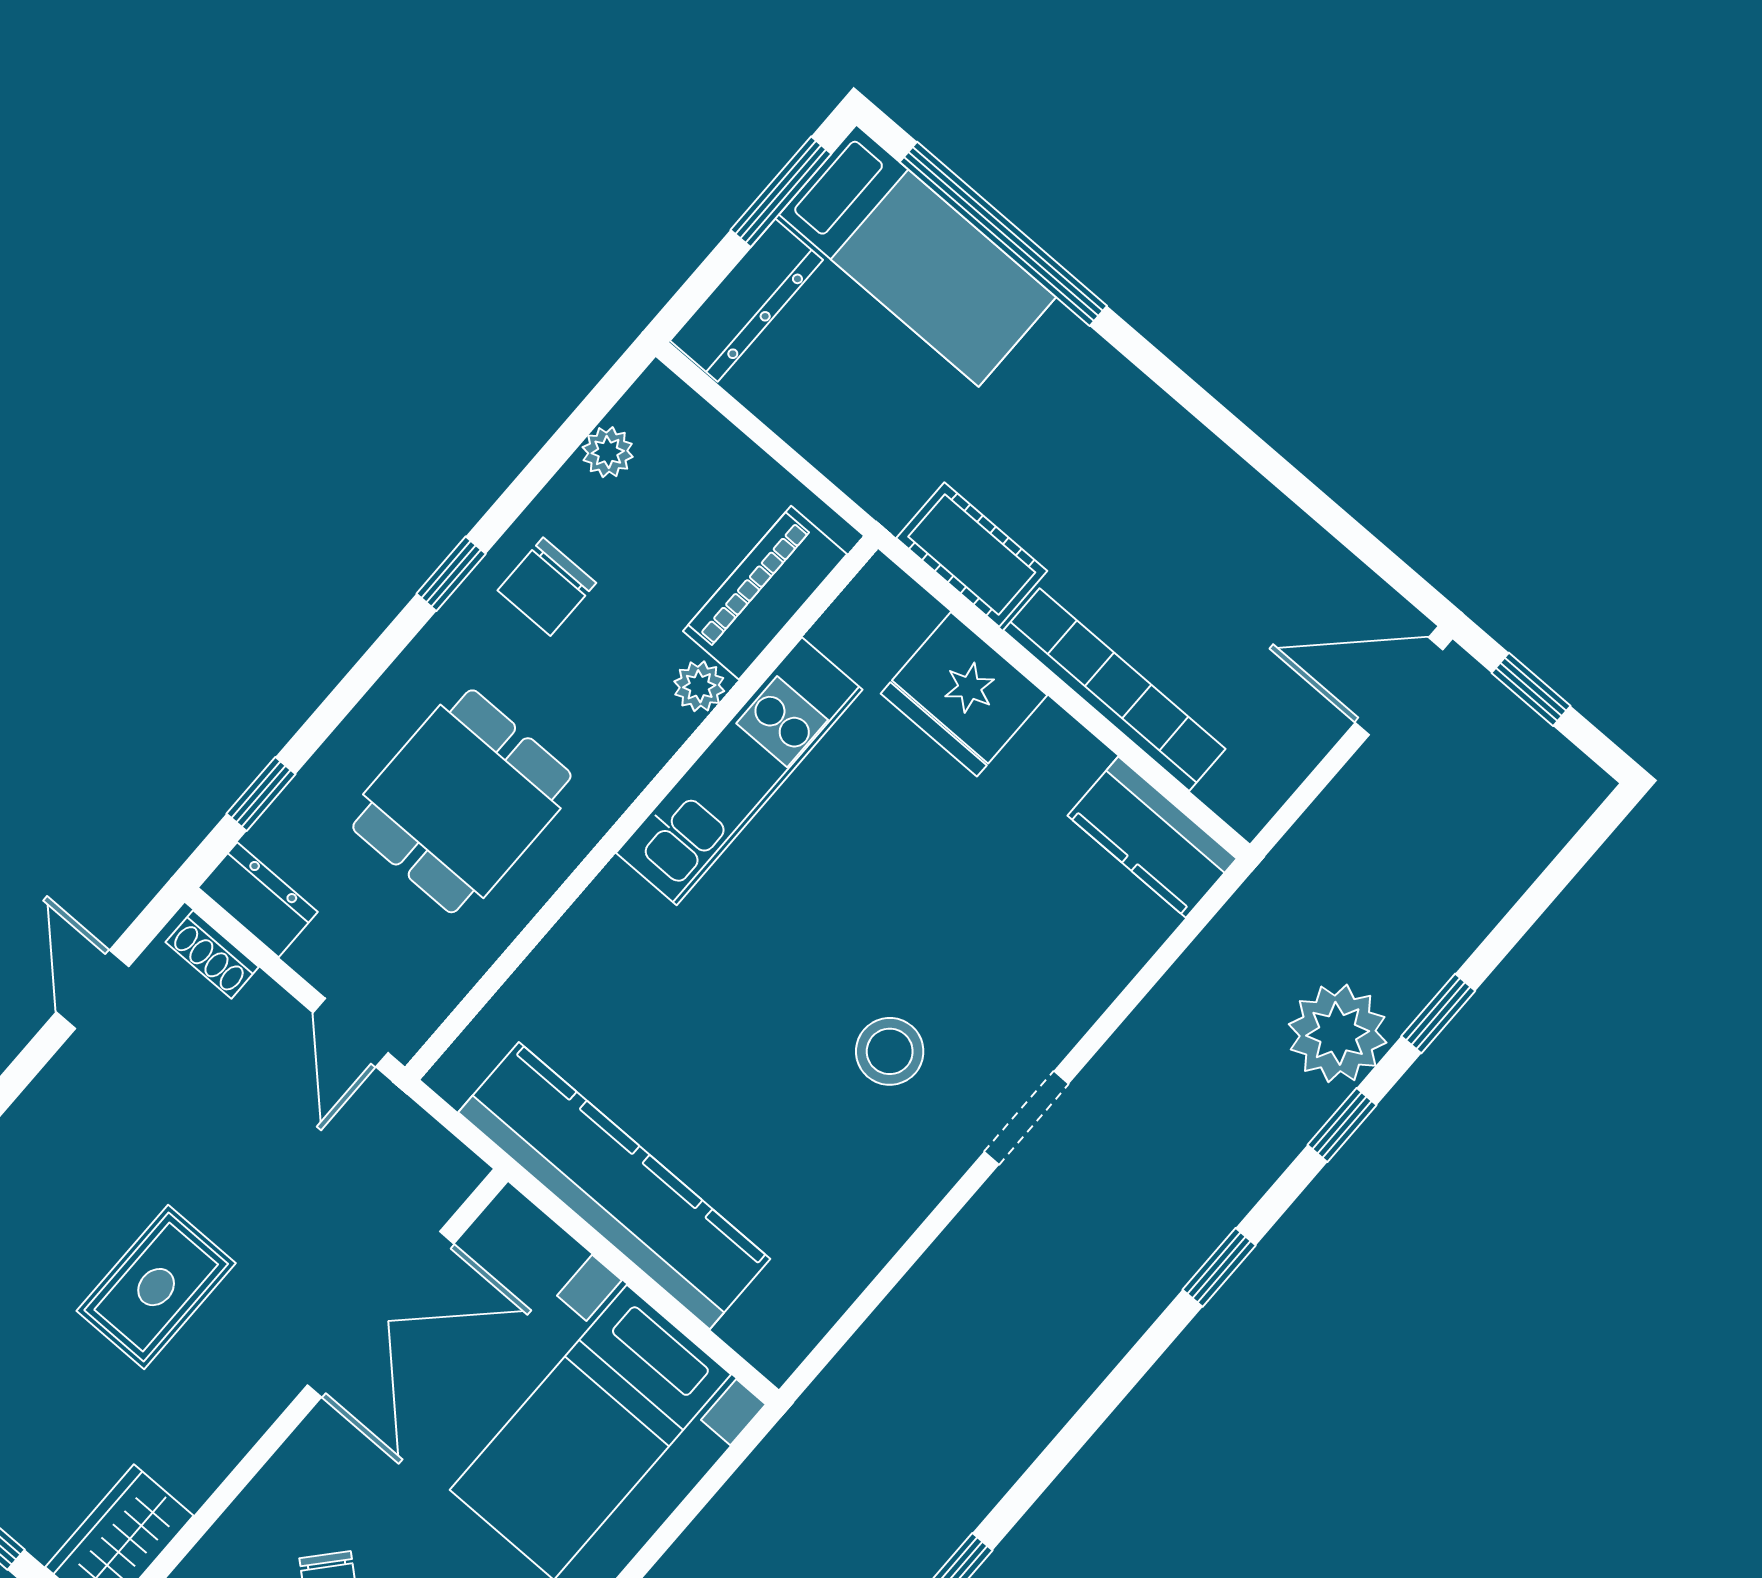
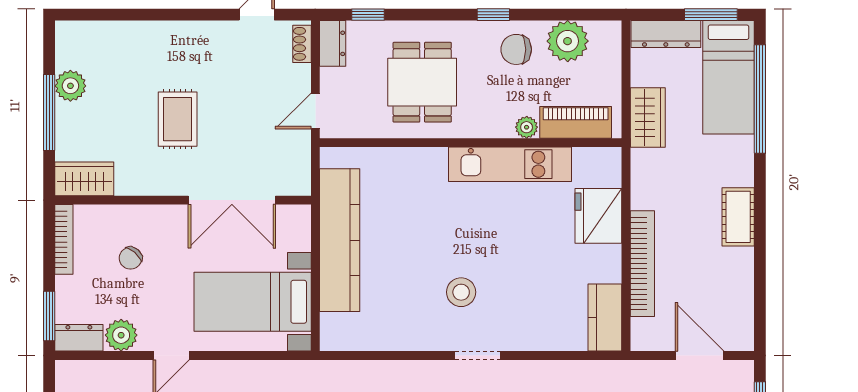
plant: (608, 452) -> (568, 41), width x1.88, depth x1.88
wardrobe: (866, 459) -> (648, 117), added
cot: (972, 555) -> (738, 217), moved
door: (1399, 686) -> (699, 356), moved
dining table: (462, 801) -> (422, 82), turned 90
rug: (156, 1287) -> (178, 119), turned 90

